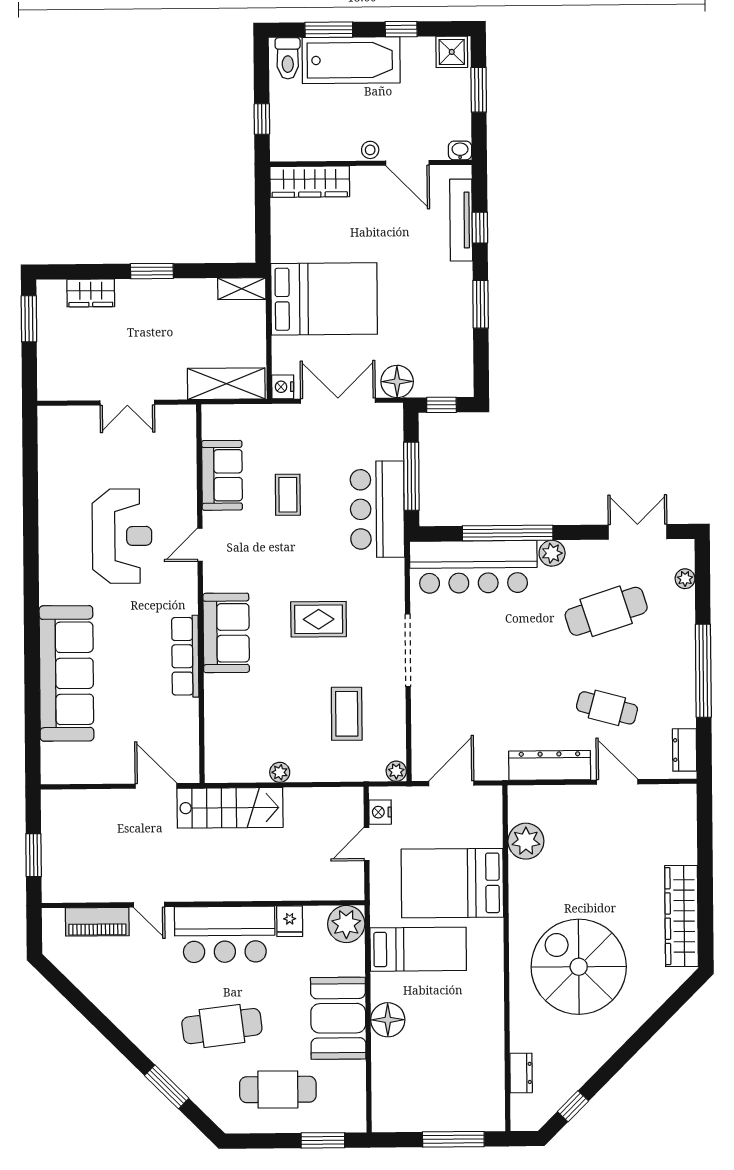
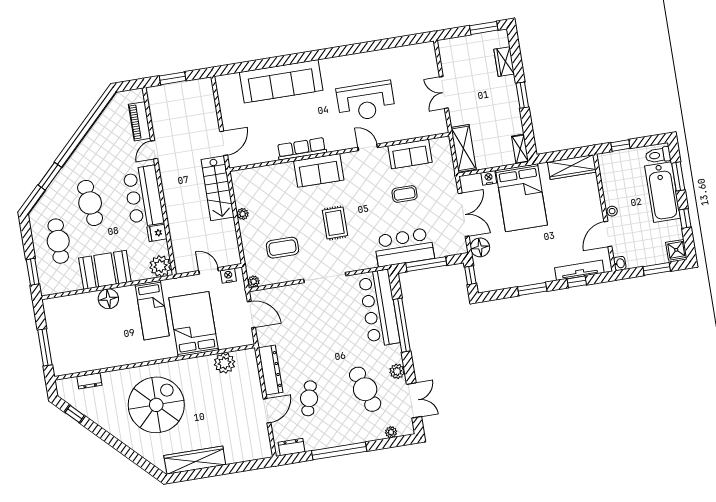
wardrobe: (310, 182) -> (572, 167), moved, turned -90
nightstand: (283, 387) -> (489, 178), moved
plant: (552, 553) -> (397, 371), moved

